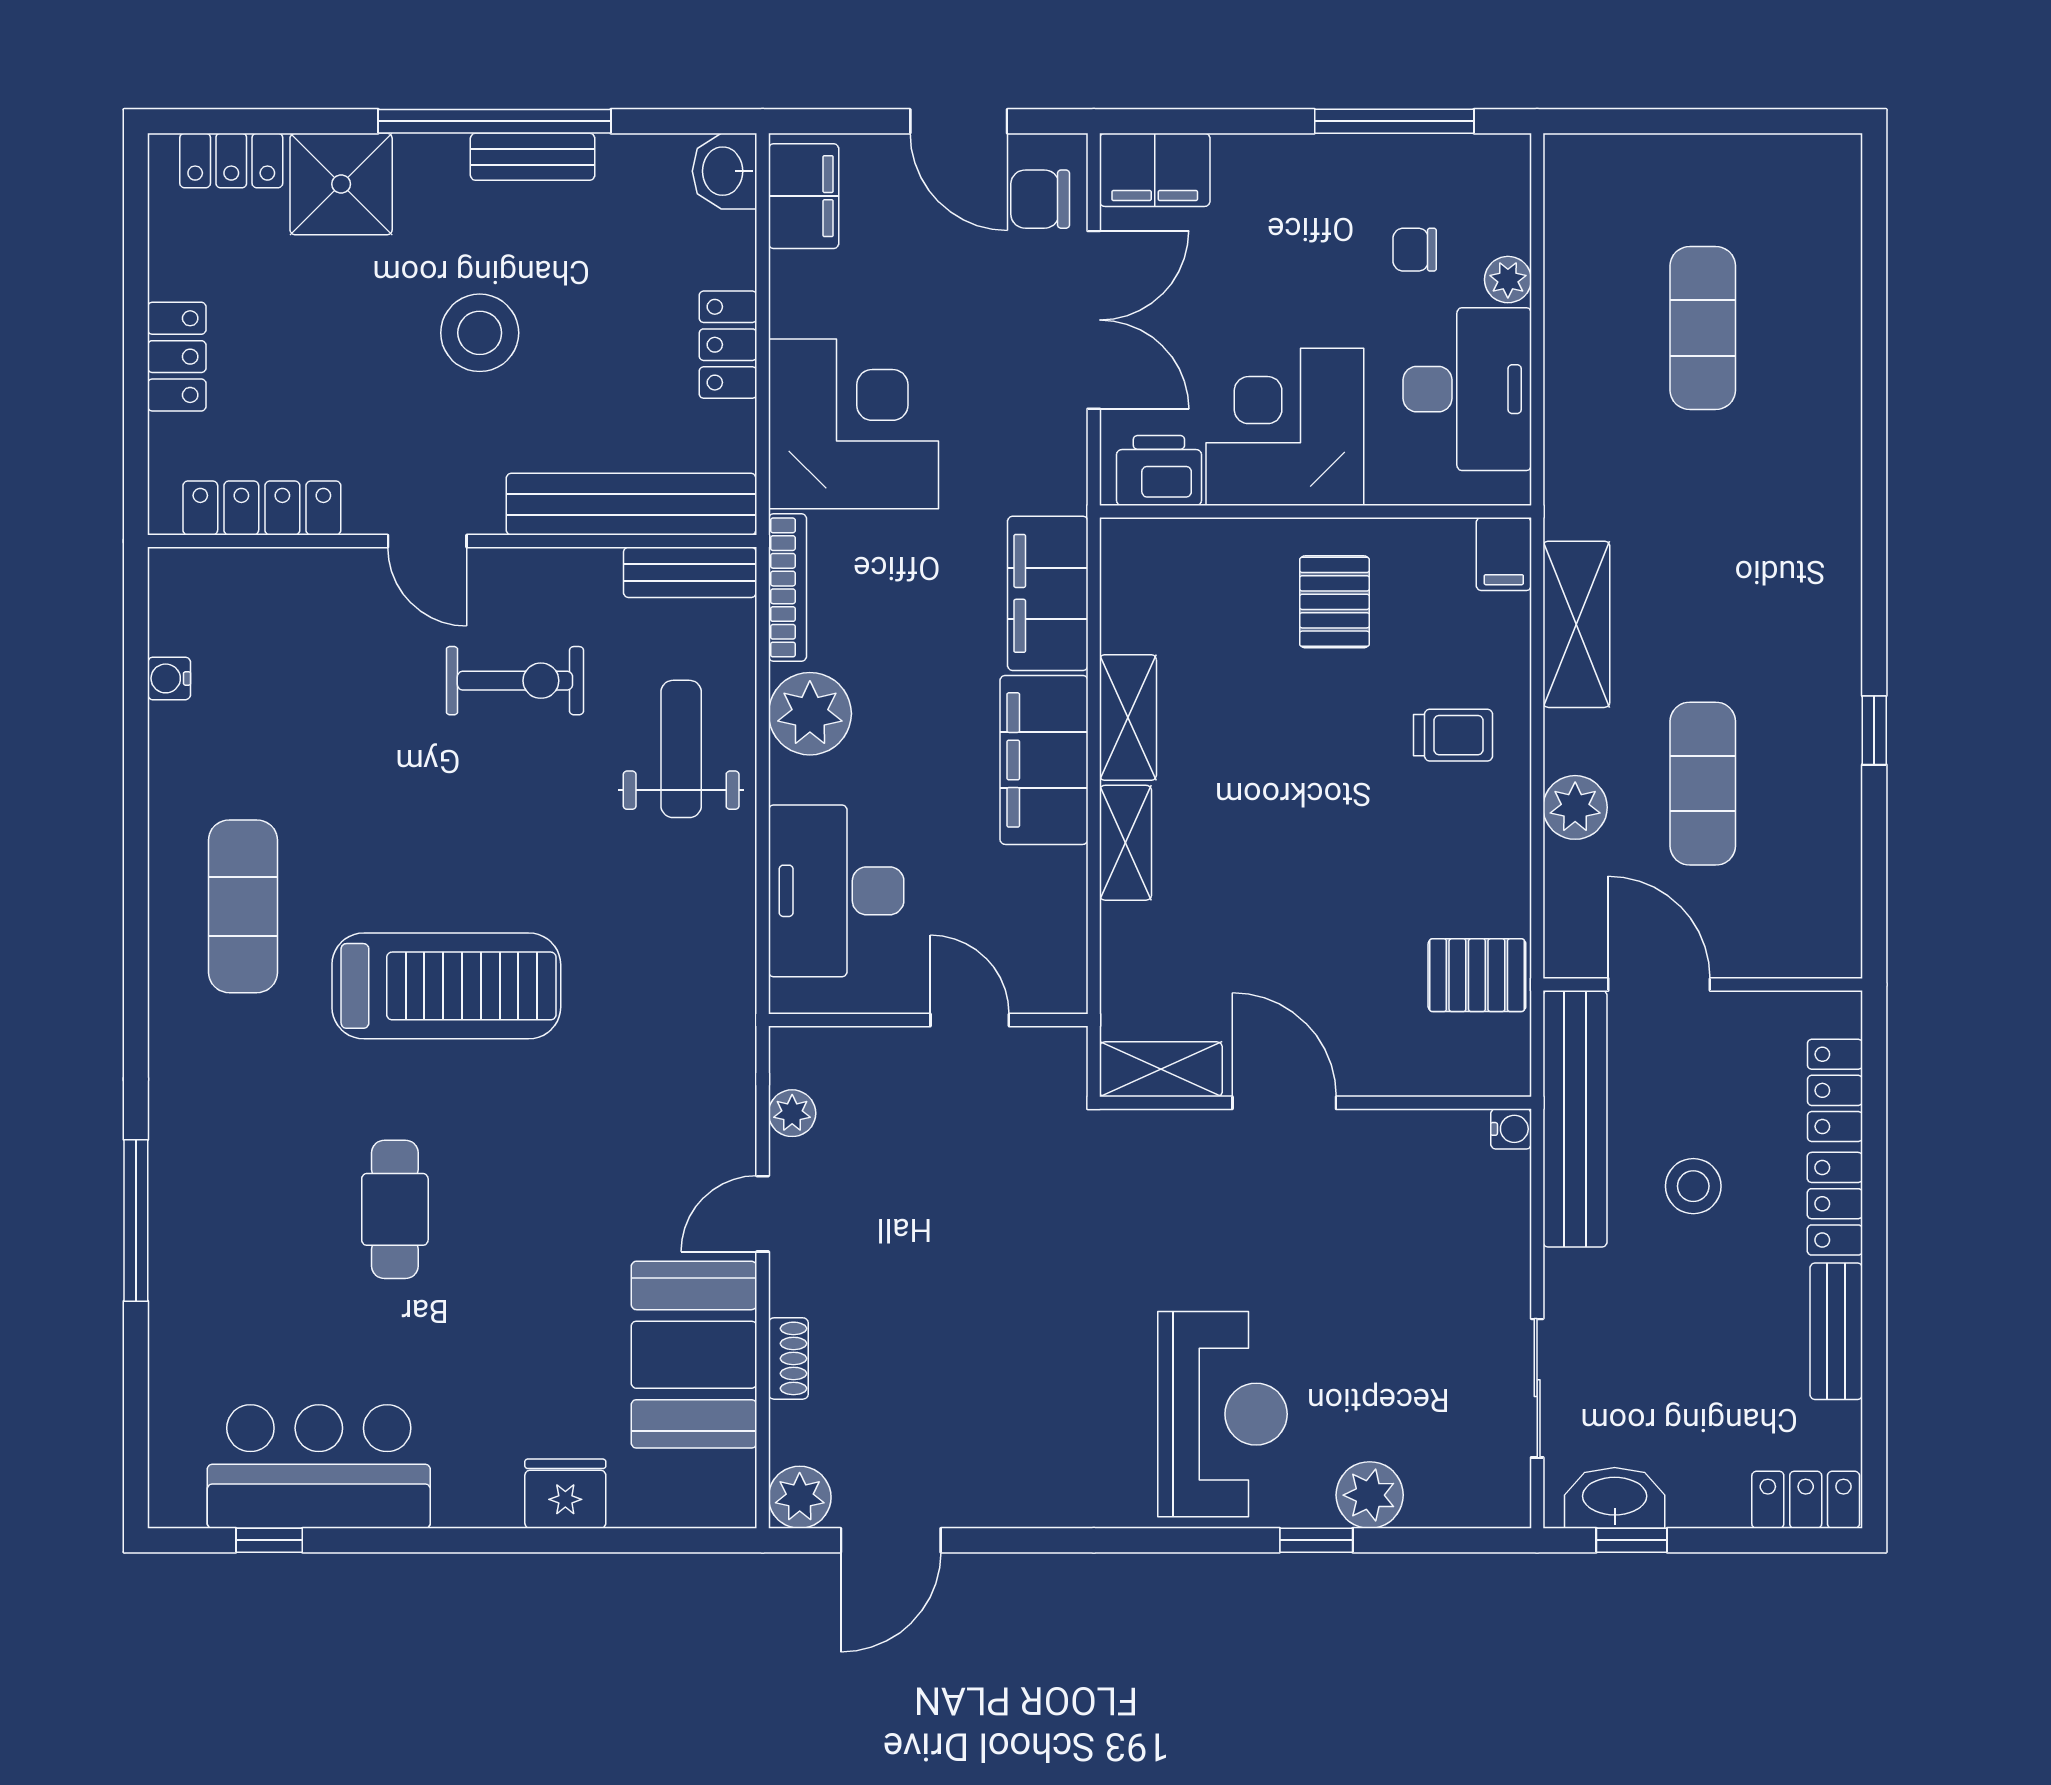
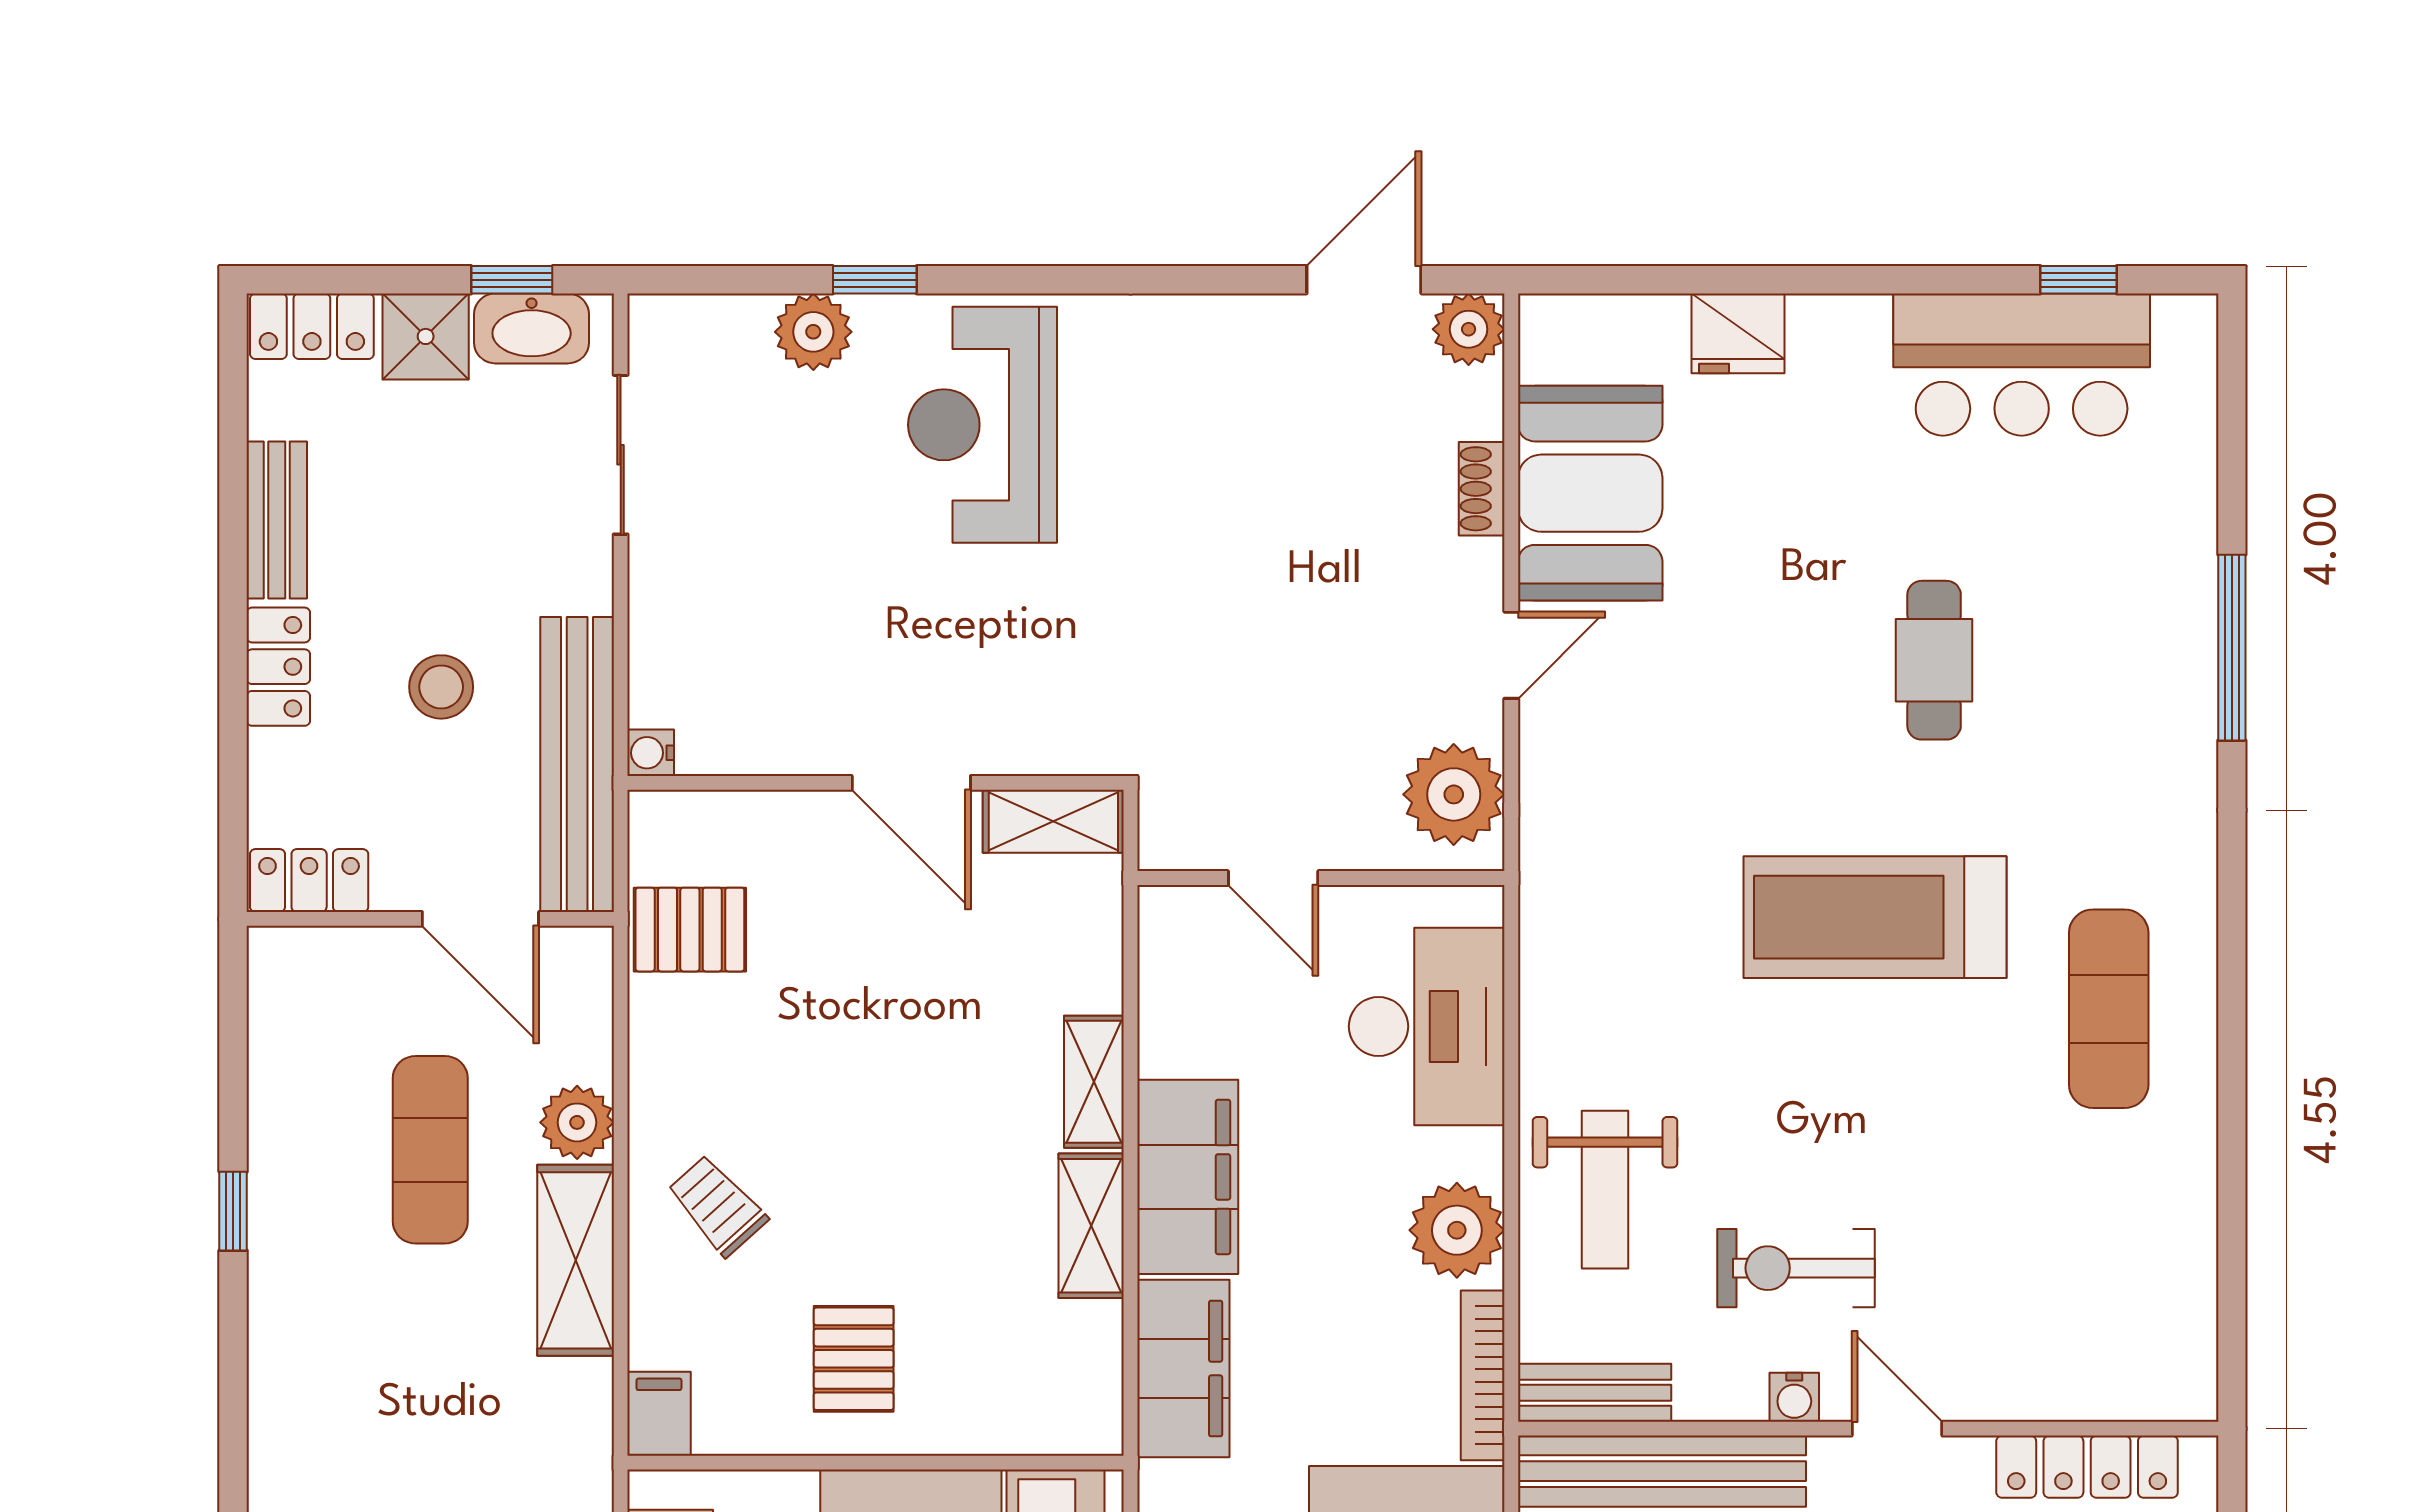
shelving: (1576, 624) -> (576, 1260), moved
water cooler: (169, 678) -> (1794, 1397), moved, turned 90
trolley: (1453, 735) -> (717, 1206), turned 48
locker: (1835, 1090) -> (309, 880), moved, turned -90
plant: (792, 1113) -> (1454, 794), width x1.87, depth x1.87
shower: (1707, 1491) -> (426, 336), added

